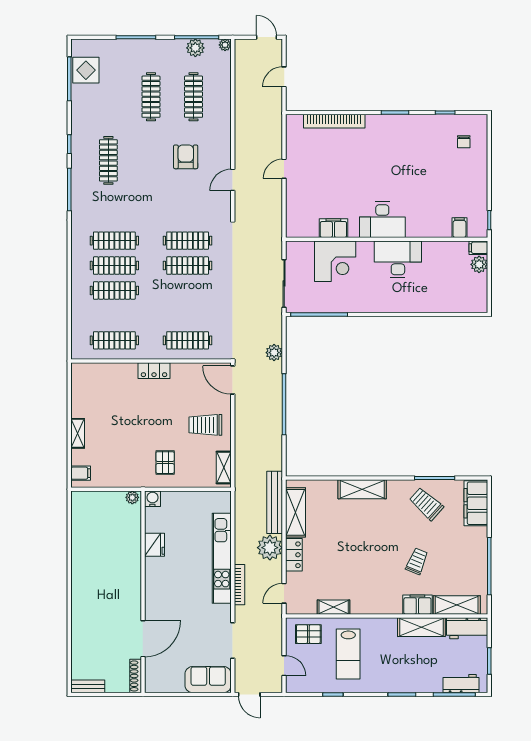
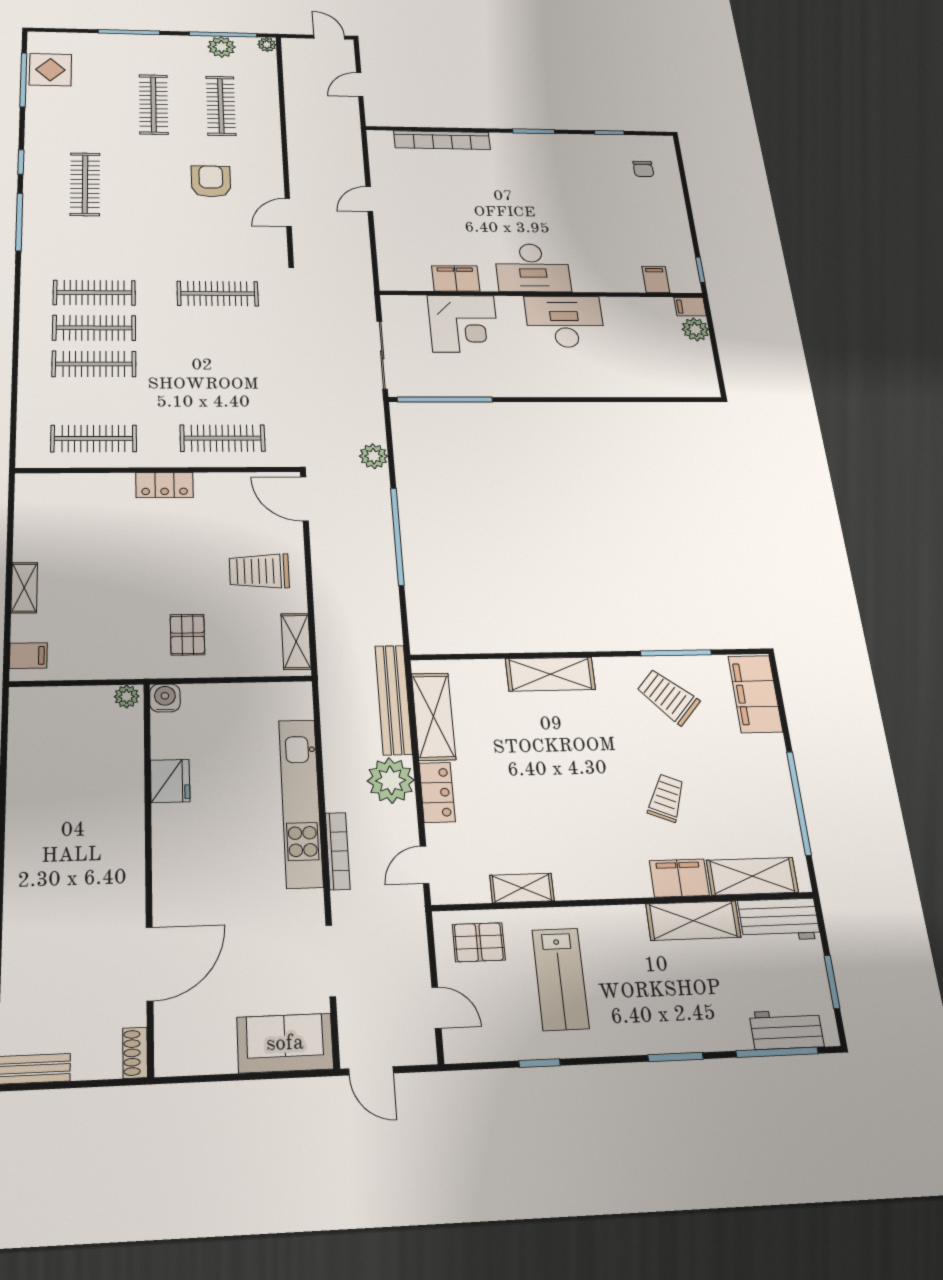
clothes rail: (188, 266) -> (219, 329), removed
shoe rack: (136, 676) -> (135, 1053), width x0.70

